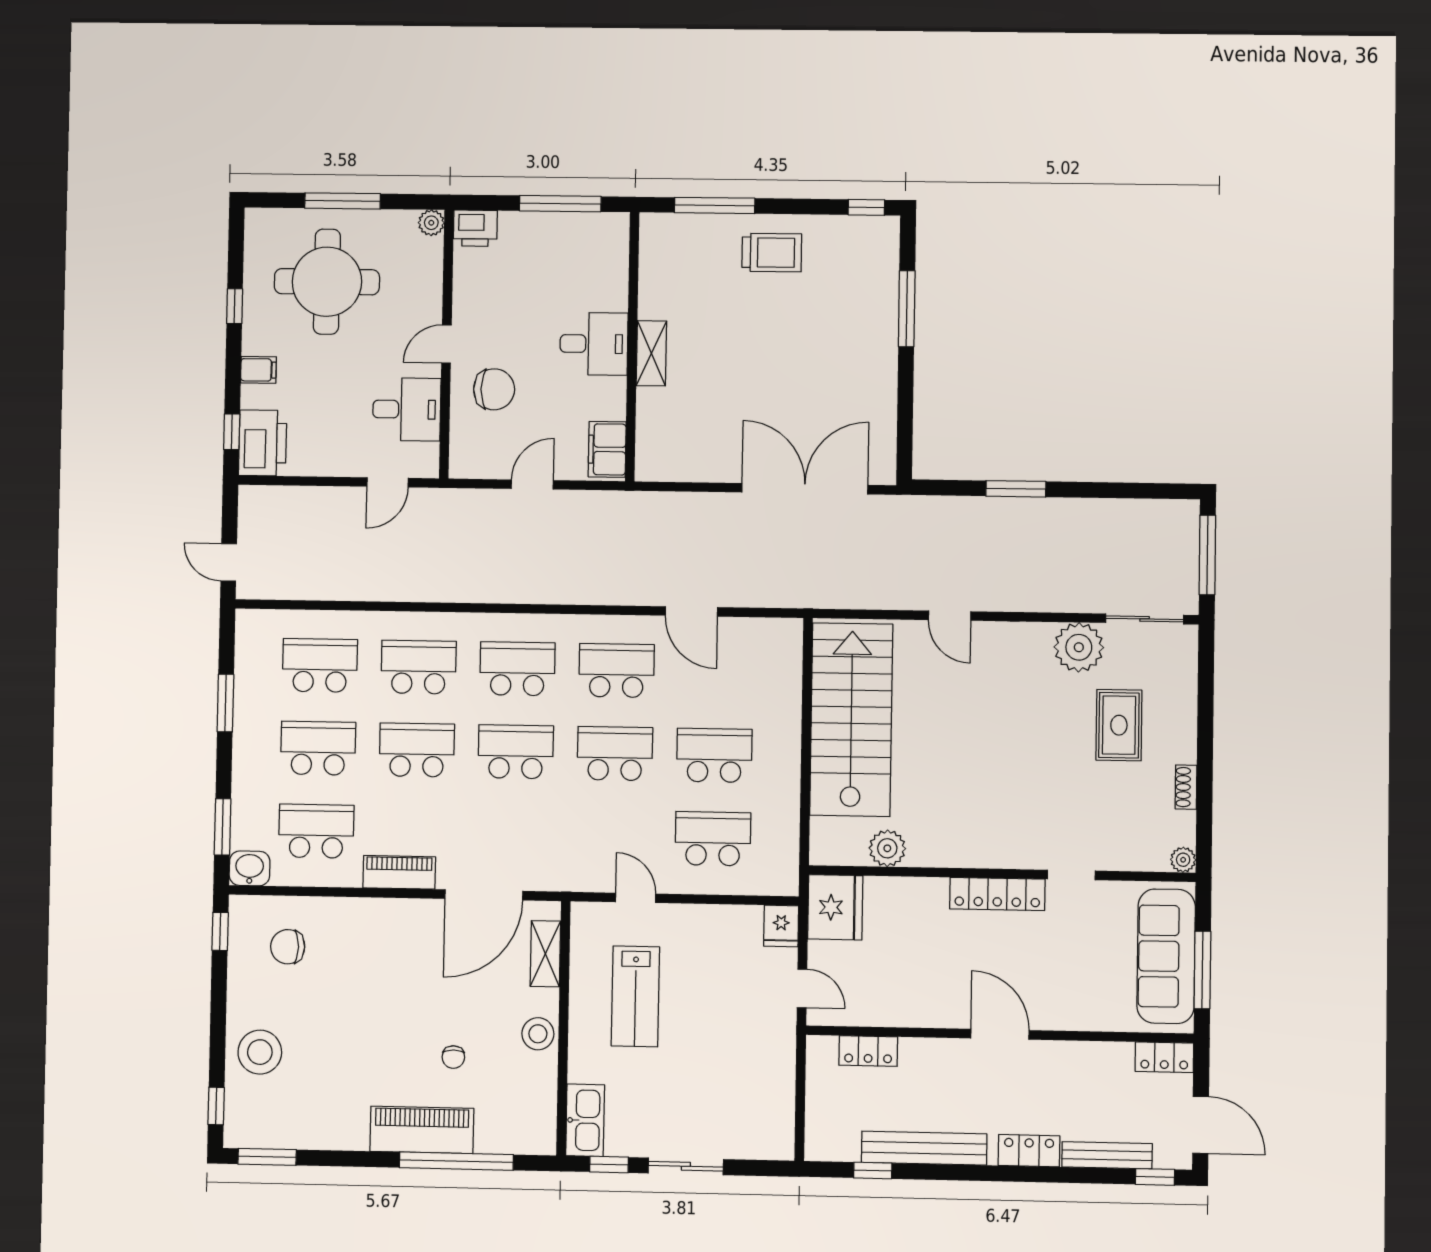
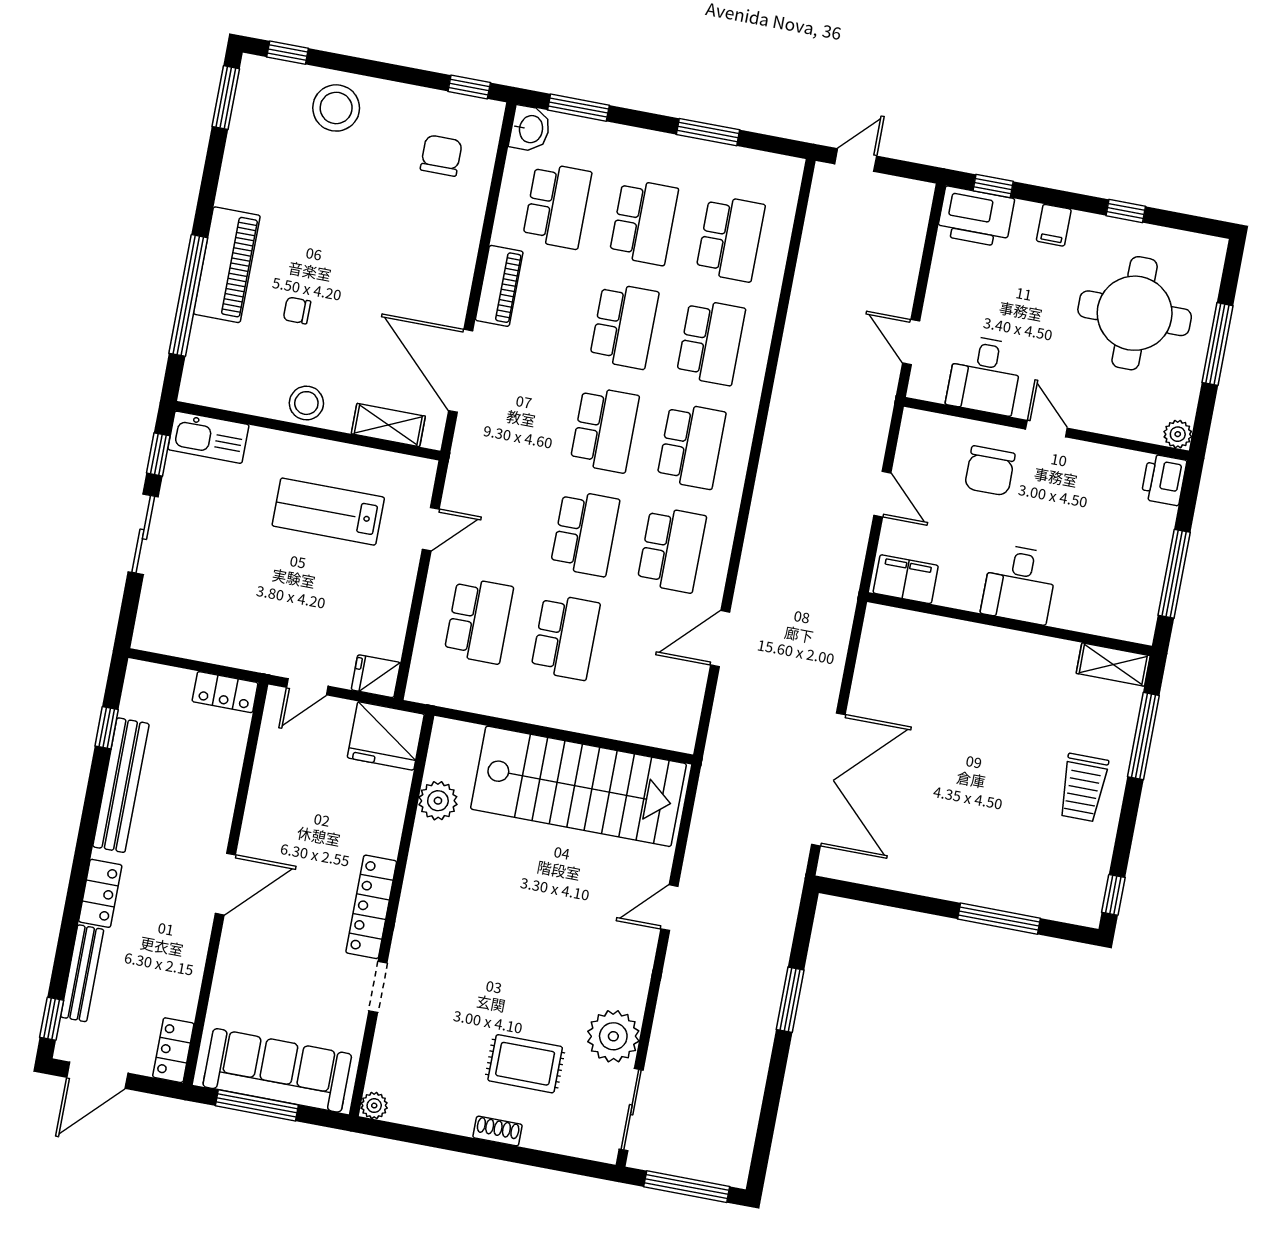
shelving: (651, 353) -> (1113, 664), moved
shoe rack: (1186, 787) -> (498, 1131), moved
locker: (868, 1051) -> (225, 692), moved, turned -90

